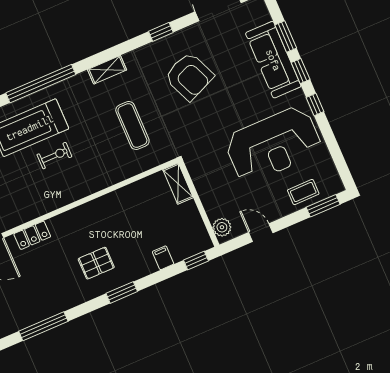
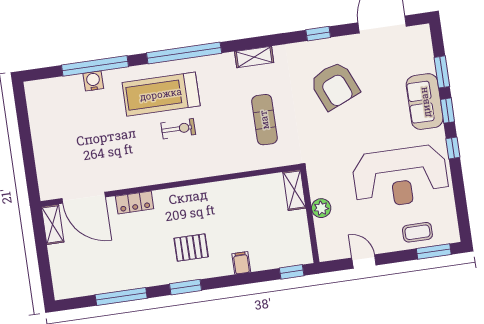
sofa: (273, 60) -> (425, 102), width x0.73
plant: (222, 227) -> (321, 208), moved
filing cabinet: (163, 258) -> (241, 263), moved
window: (122, 292) -> (185, 287), moved

